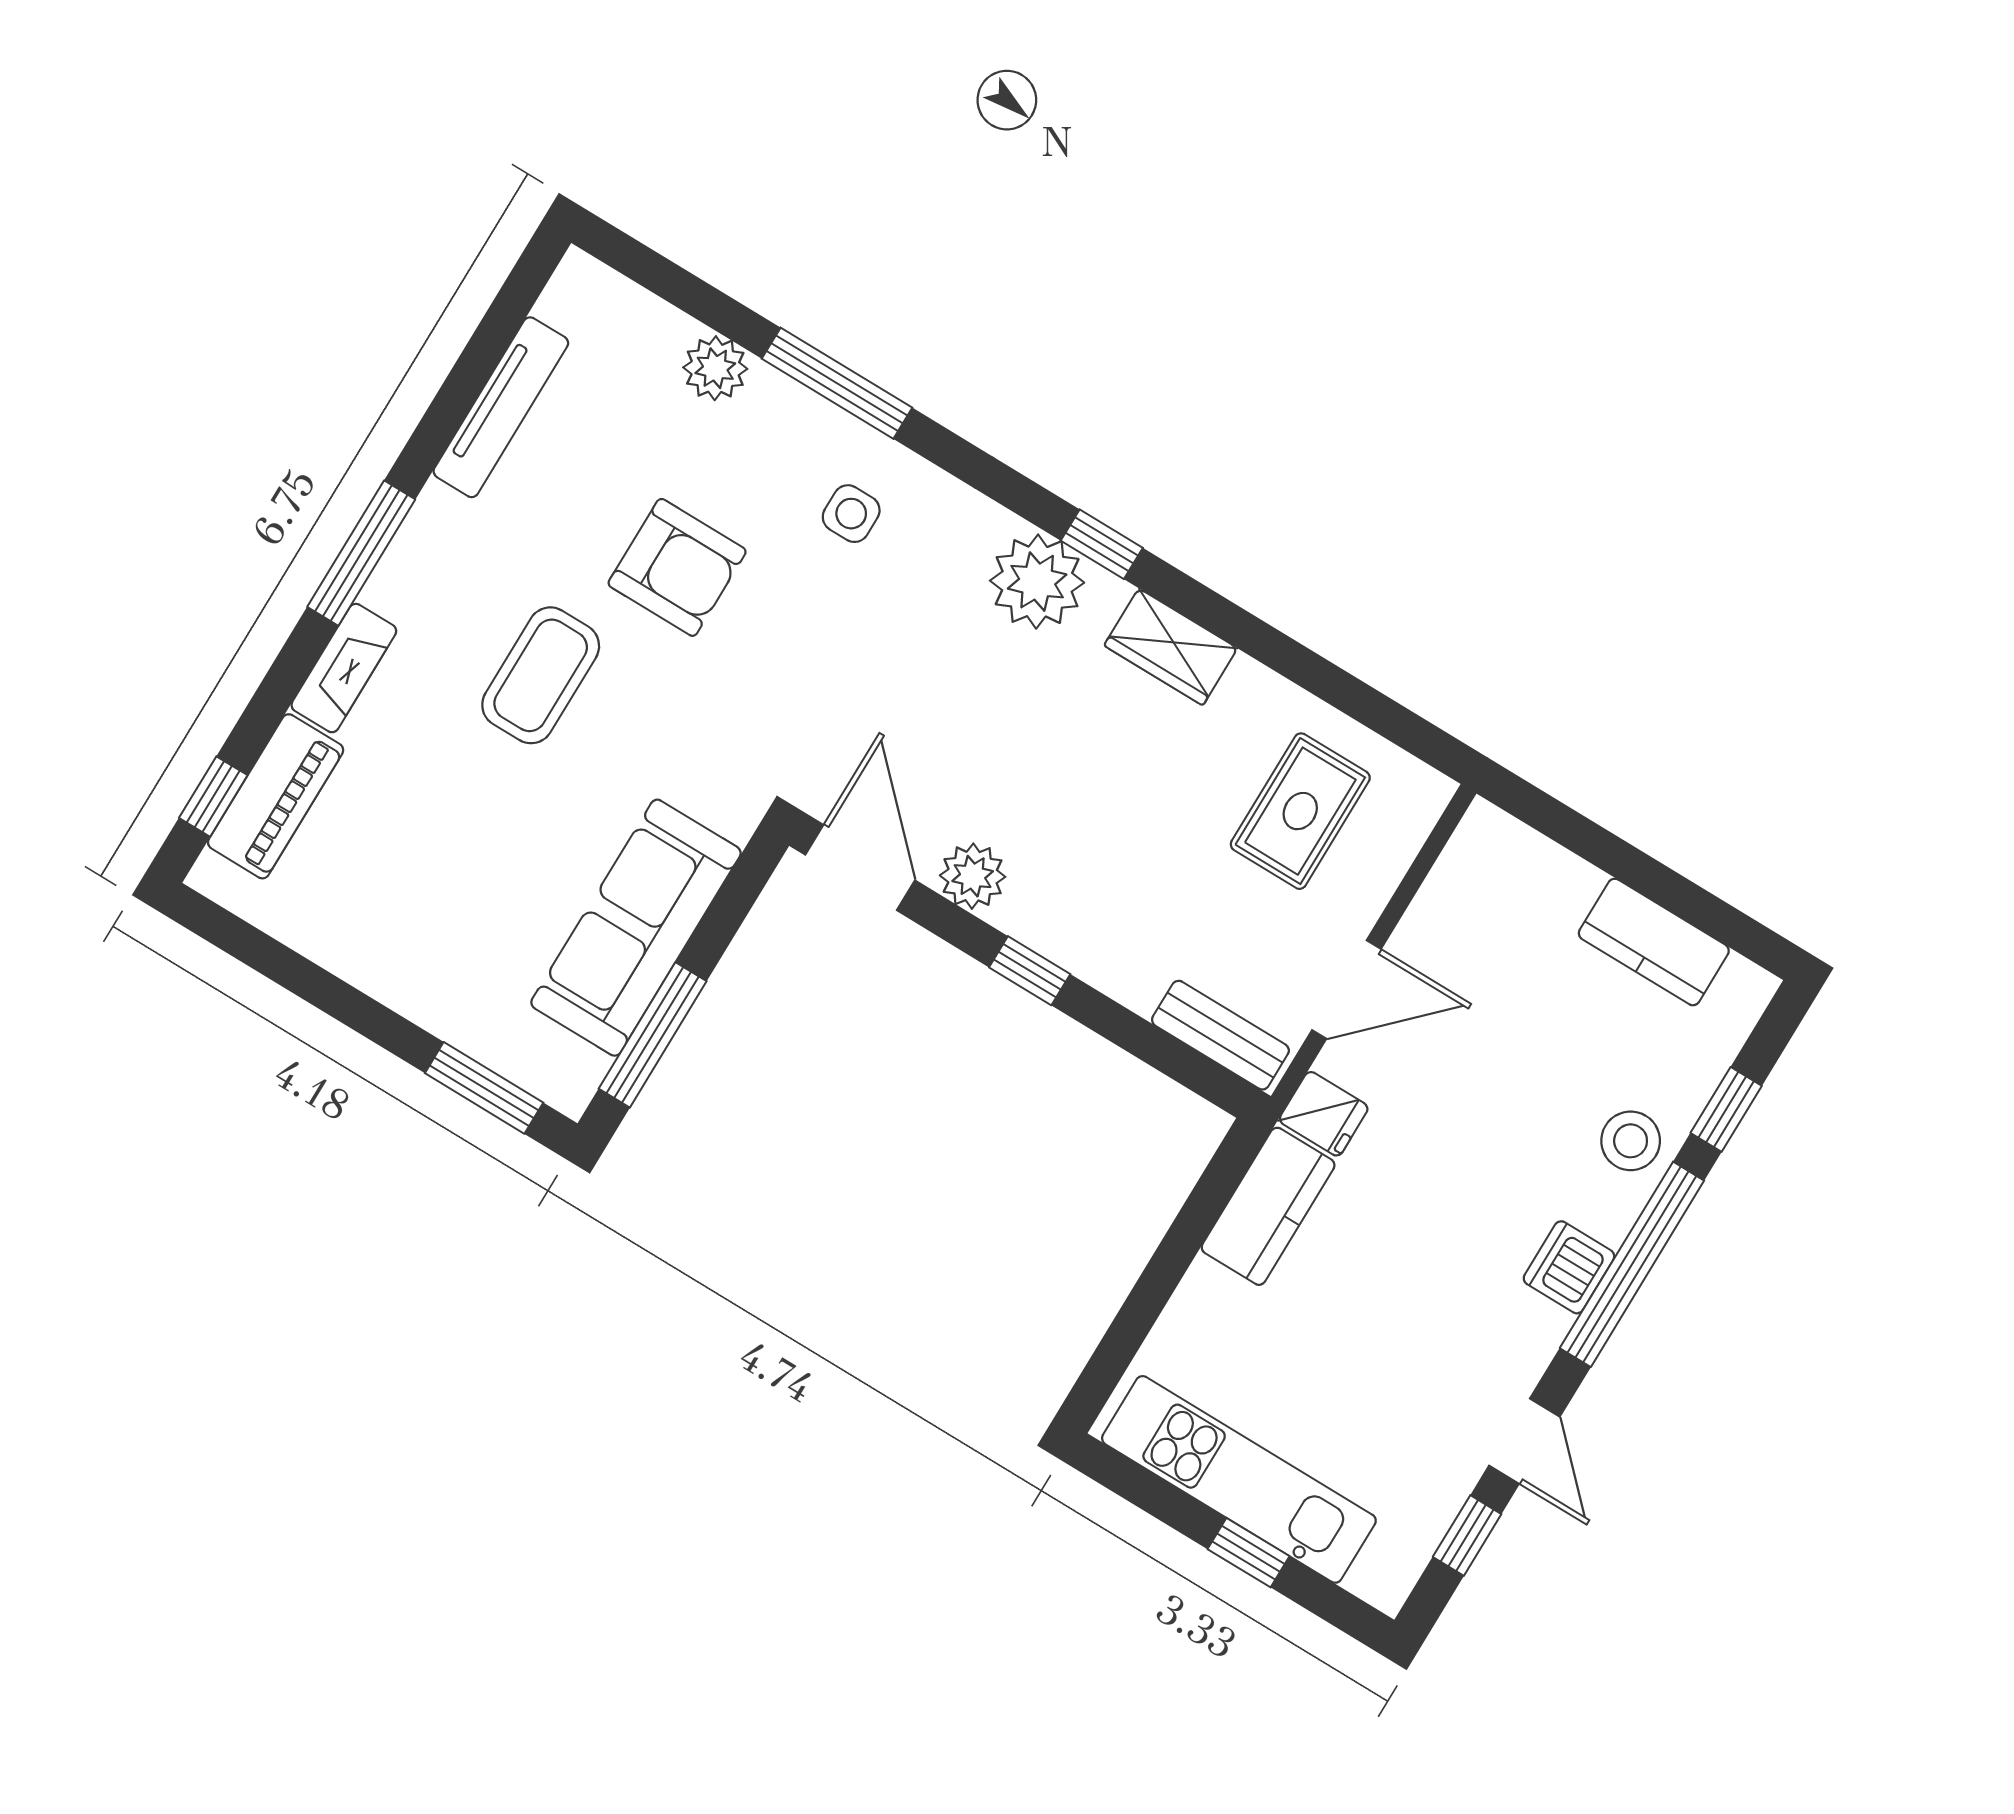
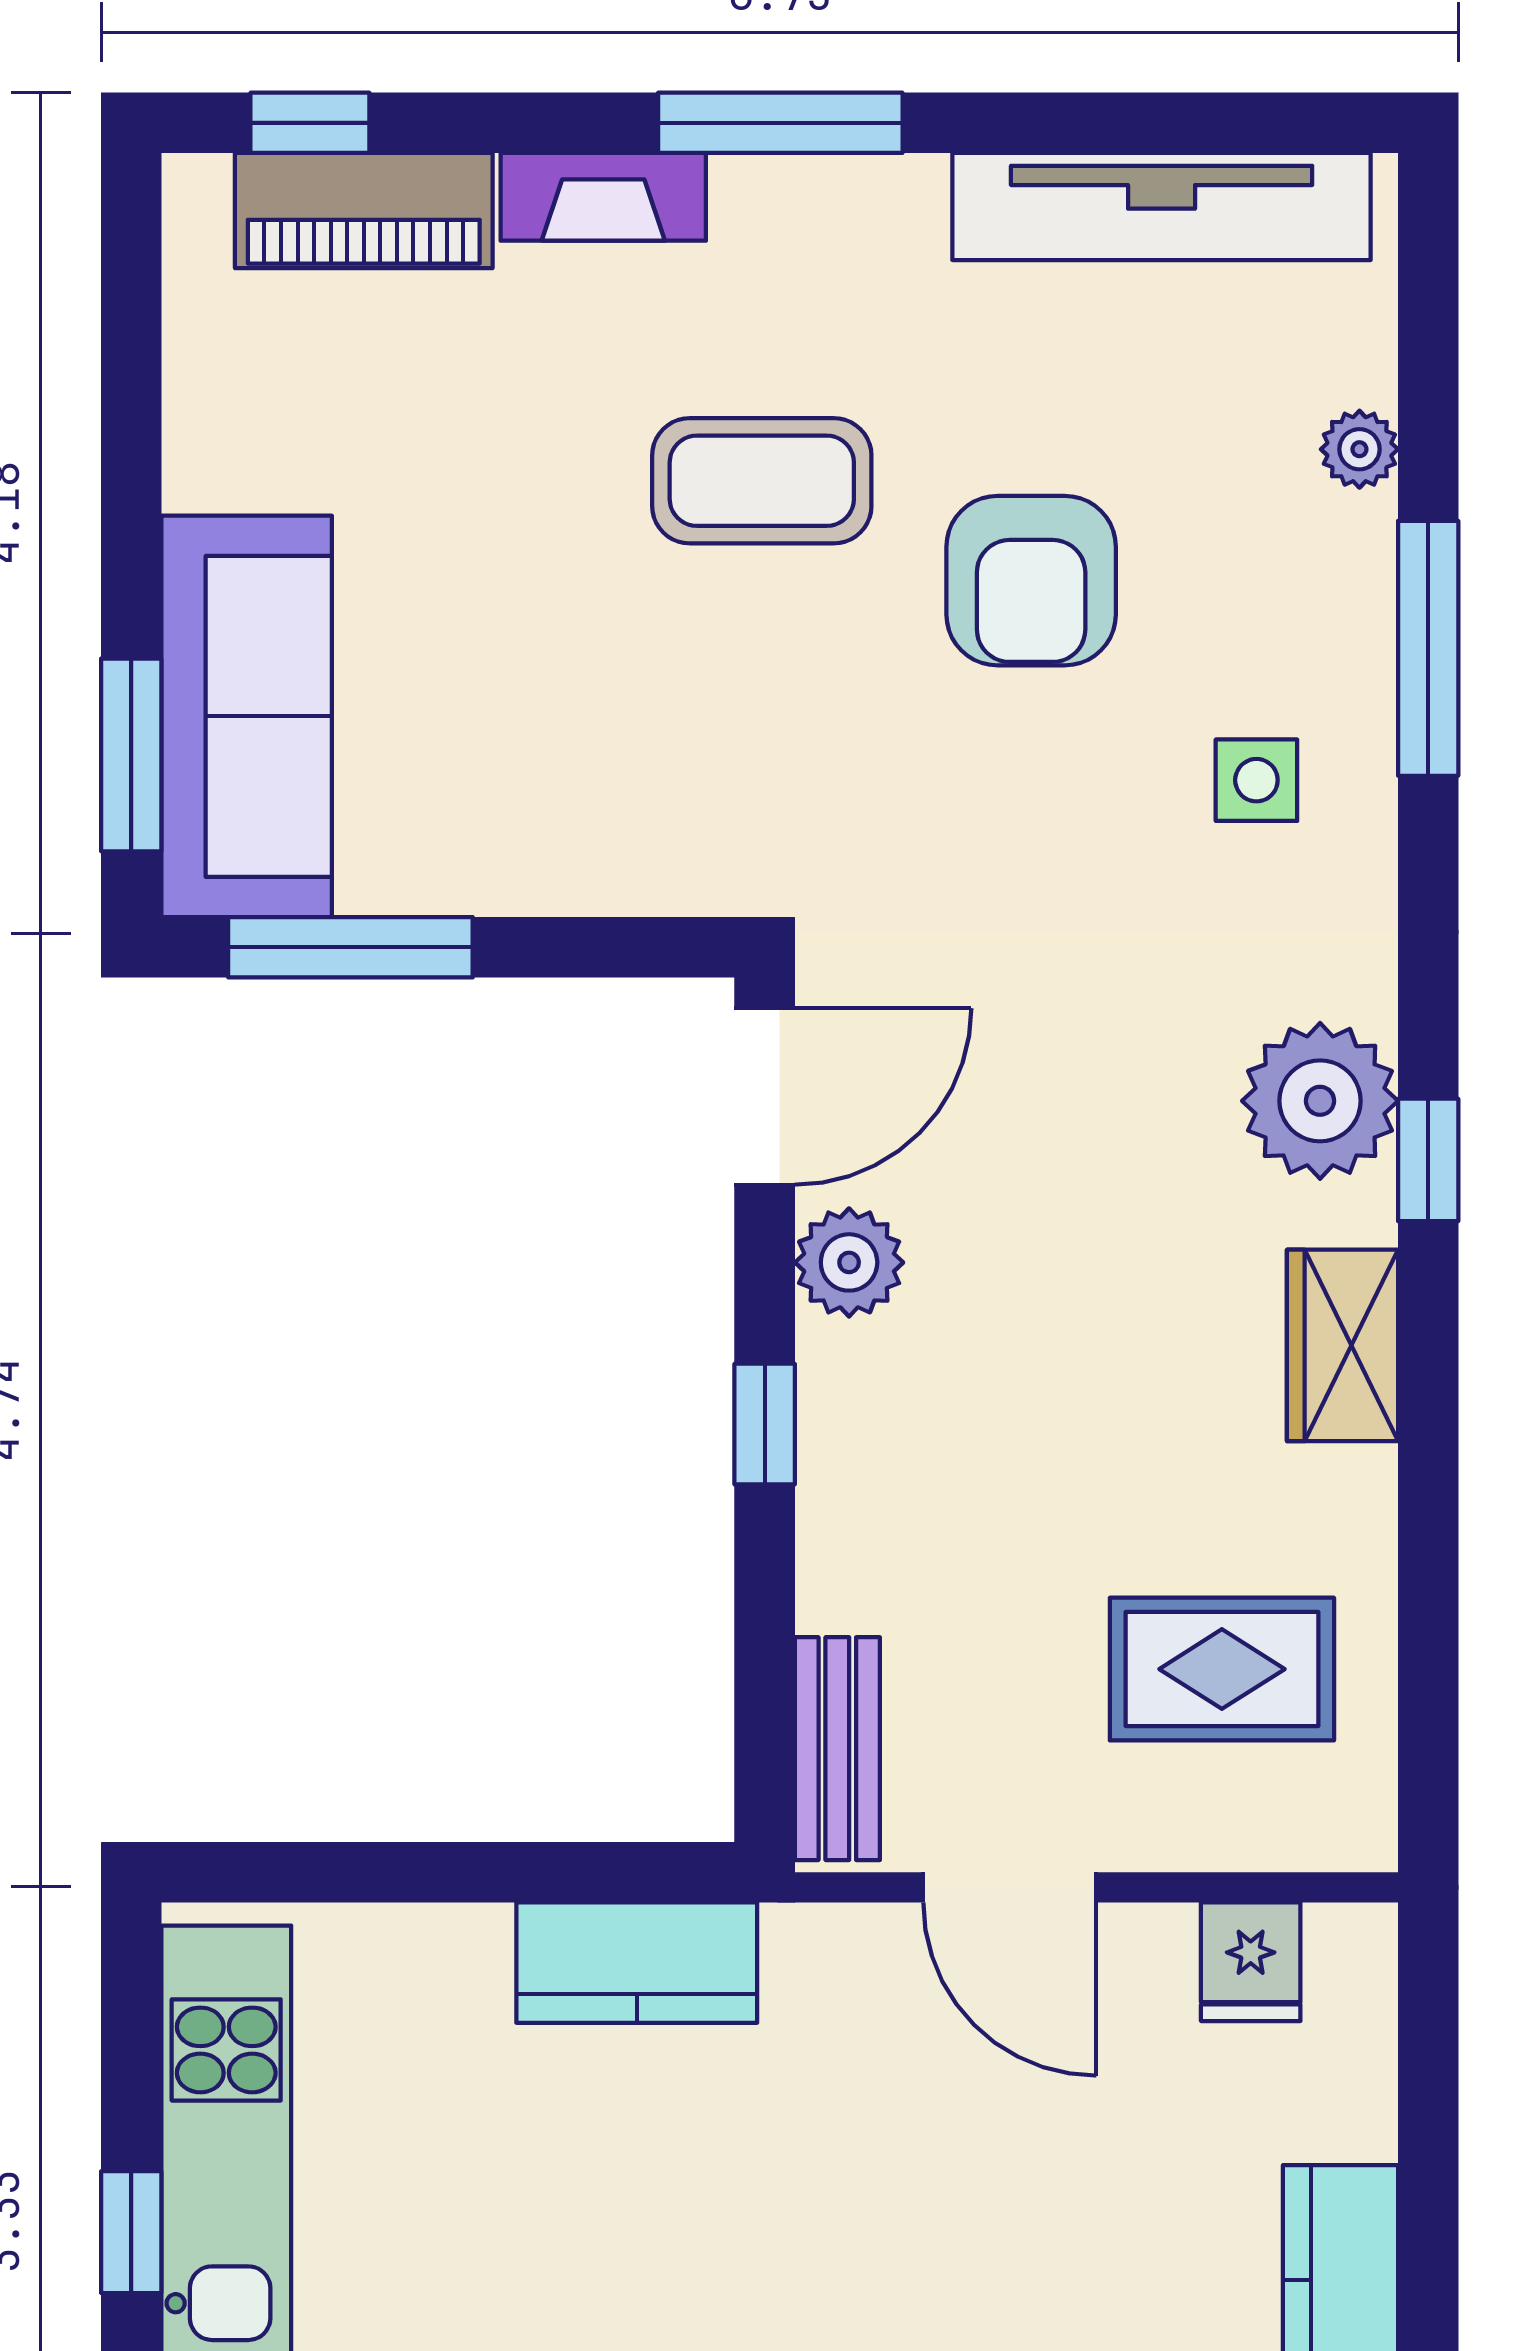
plant: (715, 368) -> (1359, 449), width x0.73, depth x0.73
tv unit: (501, 407) -> (1162, 207), width x1.36, depth x1.29
sofa: (636, 928) -> (247, 716), moved, turned 90
fridge: (1324, 1114) -> (1251, 1962), moved

